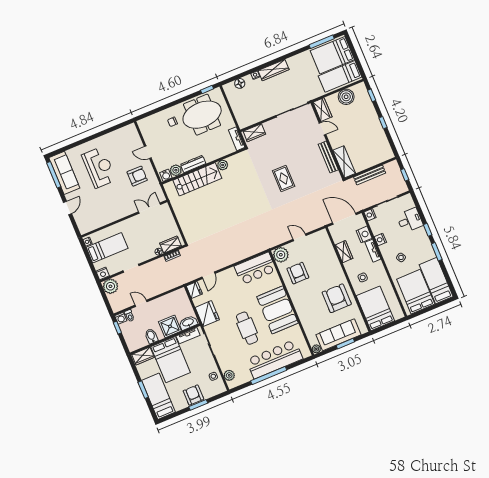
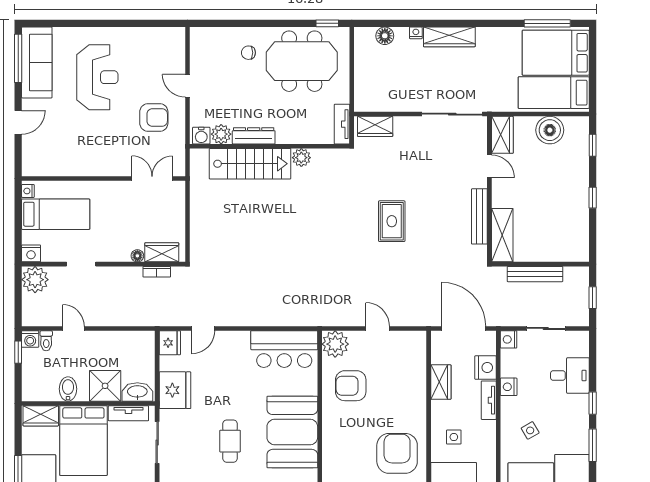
armchair: (298, 273) -> (351, 386), turned -90
cafe table: (247, 328) -> (230, 441), width x0.73, depth x0.74

